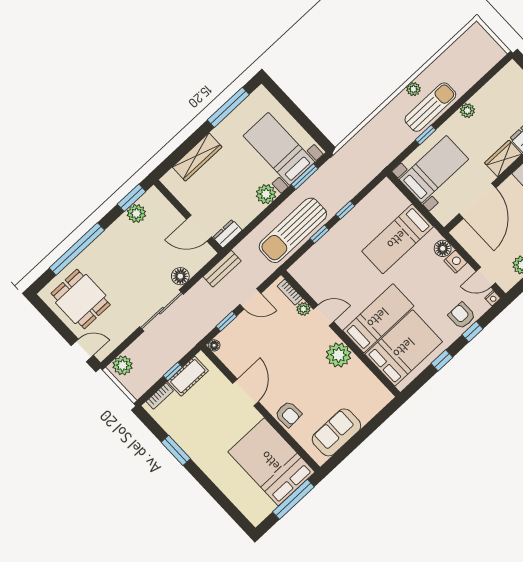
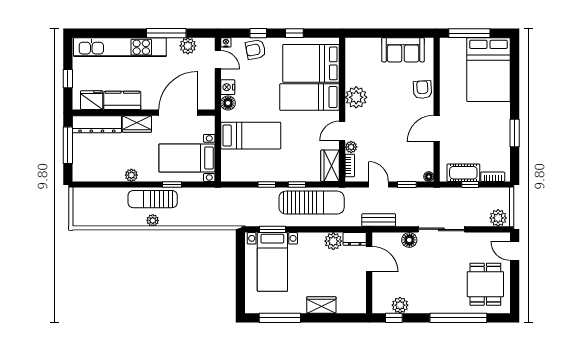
wardrobe: (197, 157) -> (321, 305), width x0.67
plant: (266, 194) -> (333, 241), moved
window: (132, 198) -> (394, 318), width x0.67
wardrobe: (306, 276) -> (330, 166), added
door: (324, 315) -> (342, 131), hinge flipped
armchair: (462, 316) -> (256, 50), turned 80
bed: (271, 462) -> (488, 70), moved

